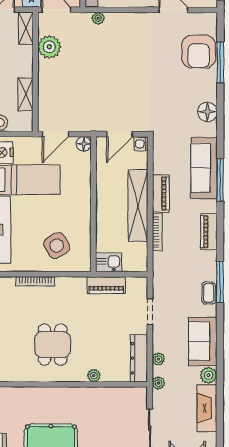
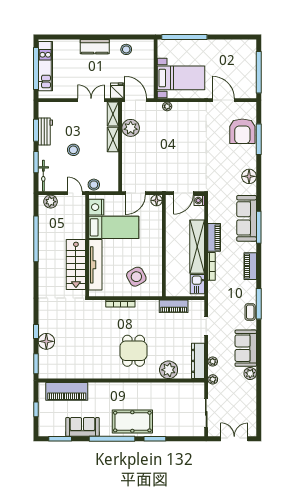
shelving: (26, 94) -> (113, 140), moved
kitchen sink: (109, 262) -> (197, 284), moved, turned -90
plant: (94, 376) -> (169, 370), width x1.88, depth x1.88
fireplace: (207, 408) -> (249, 398), removed

